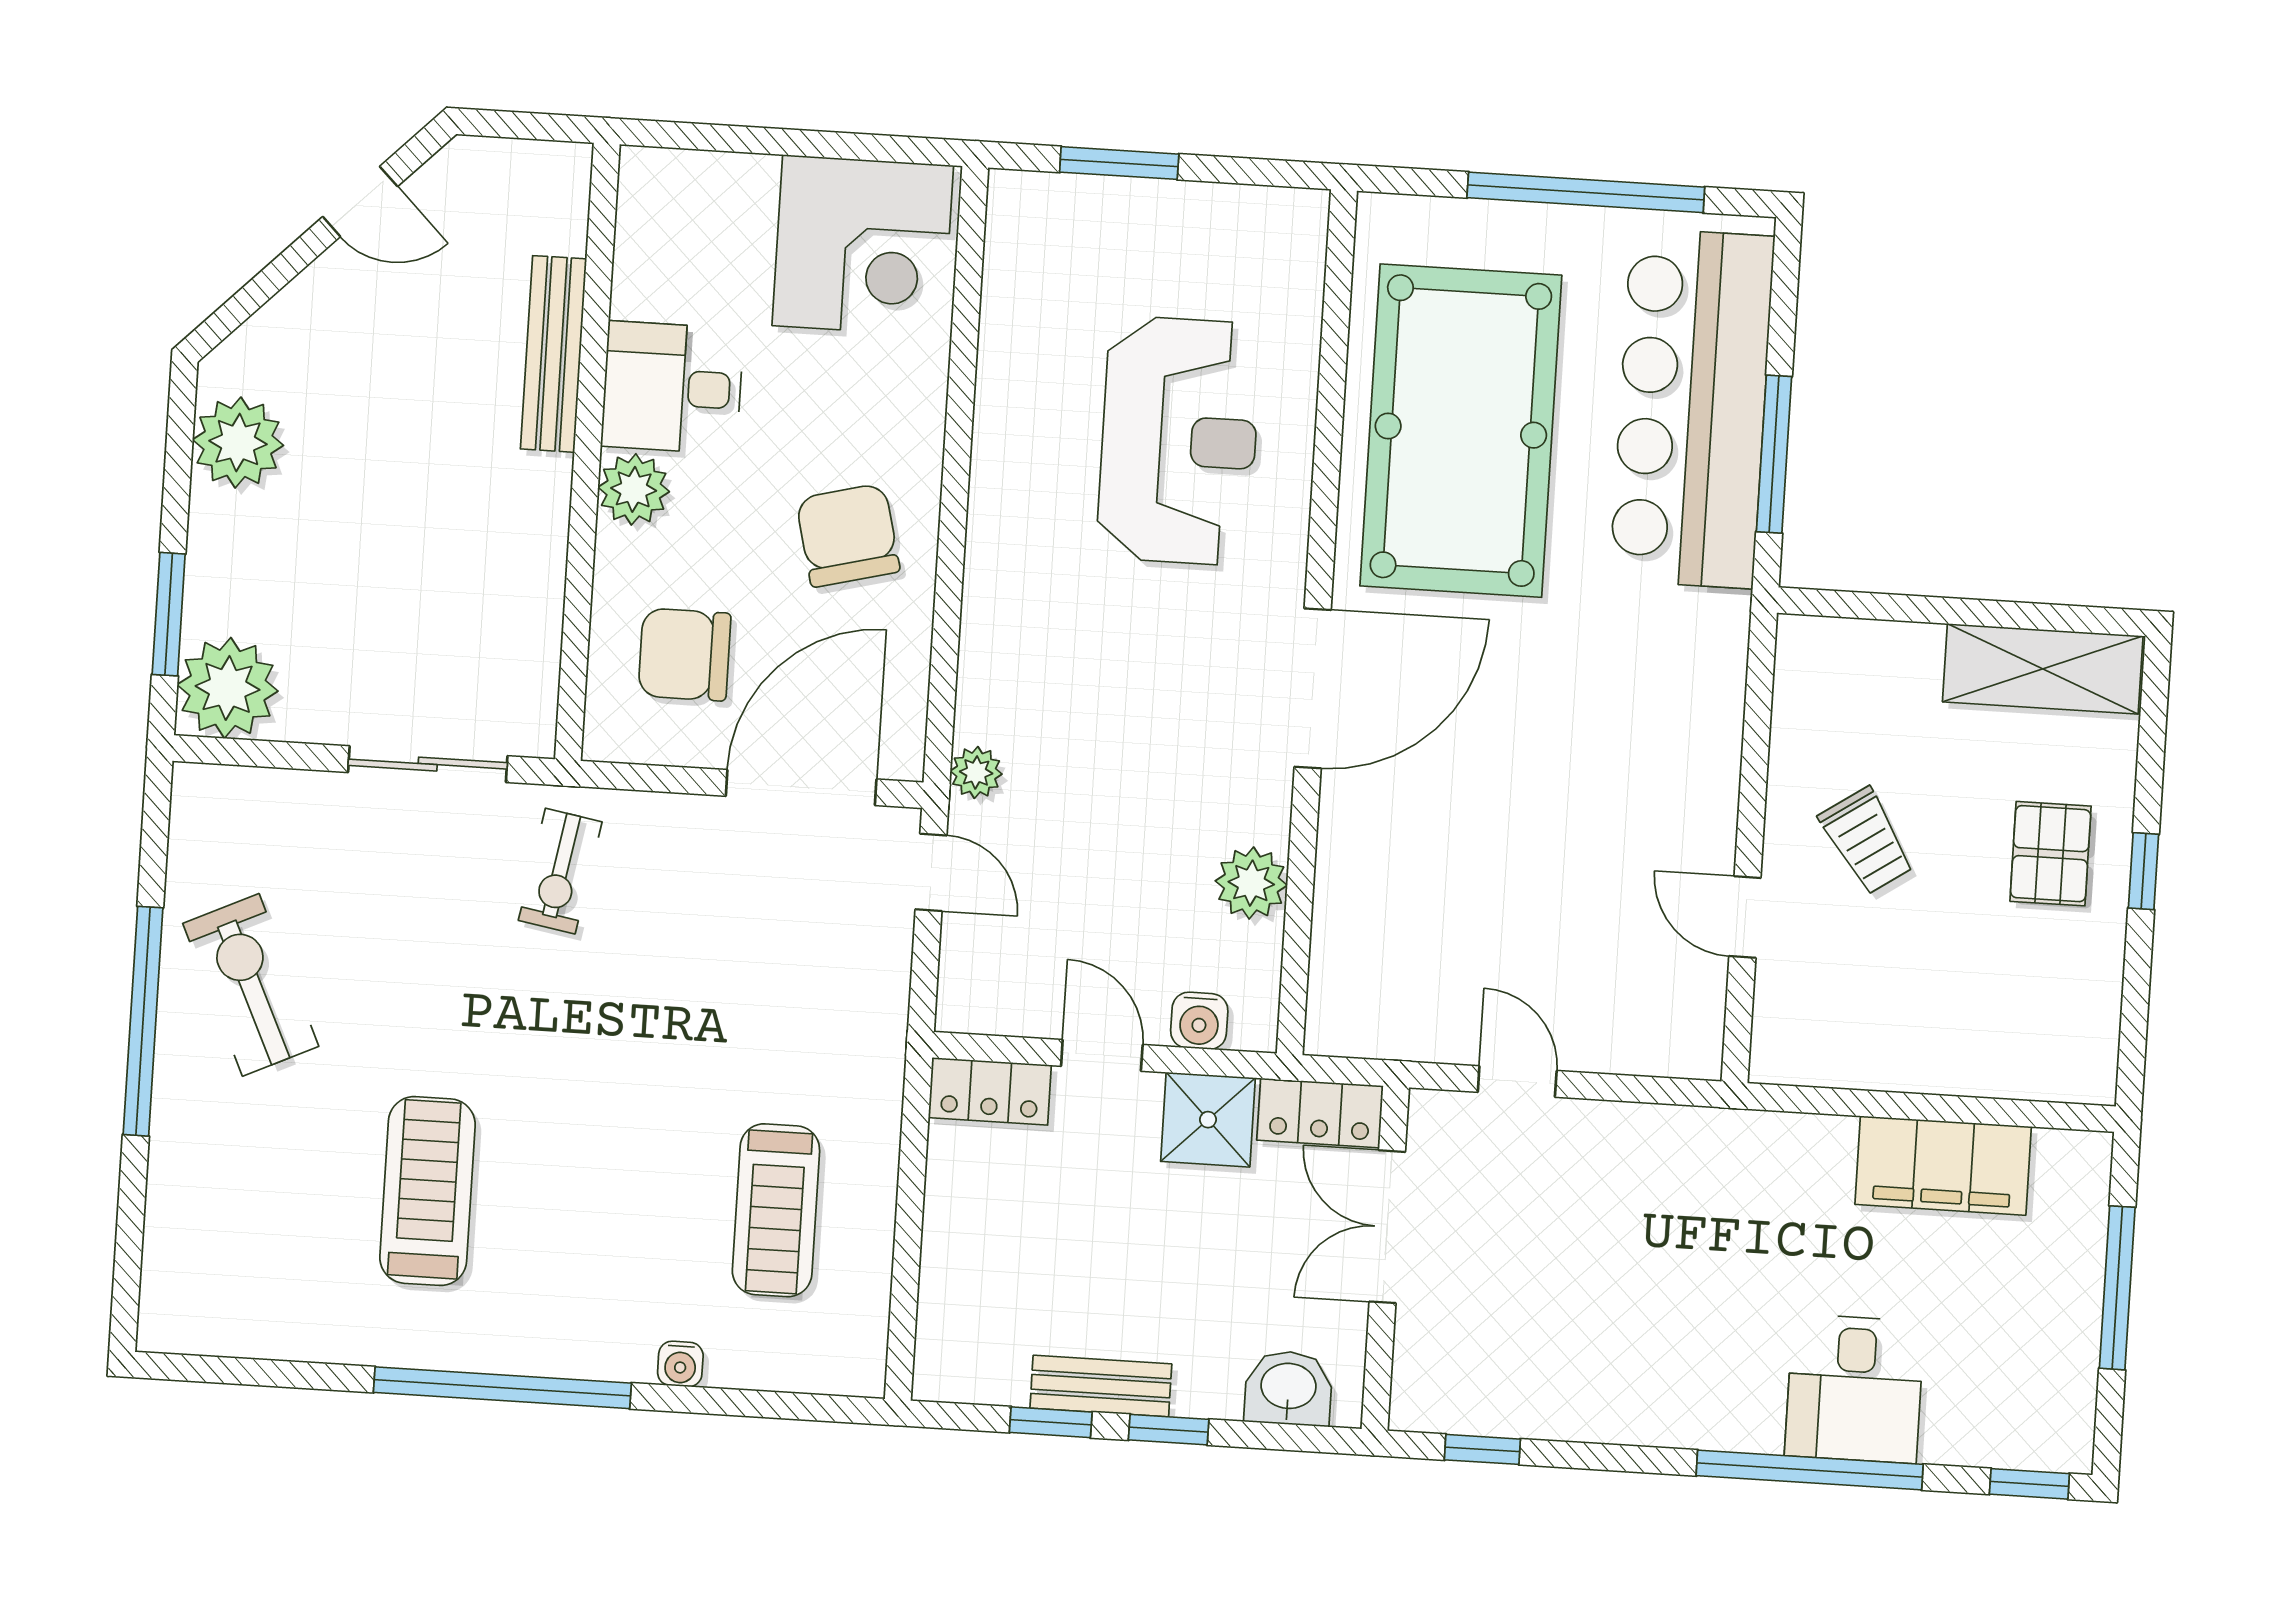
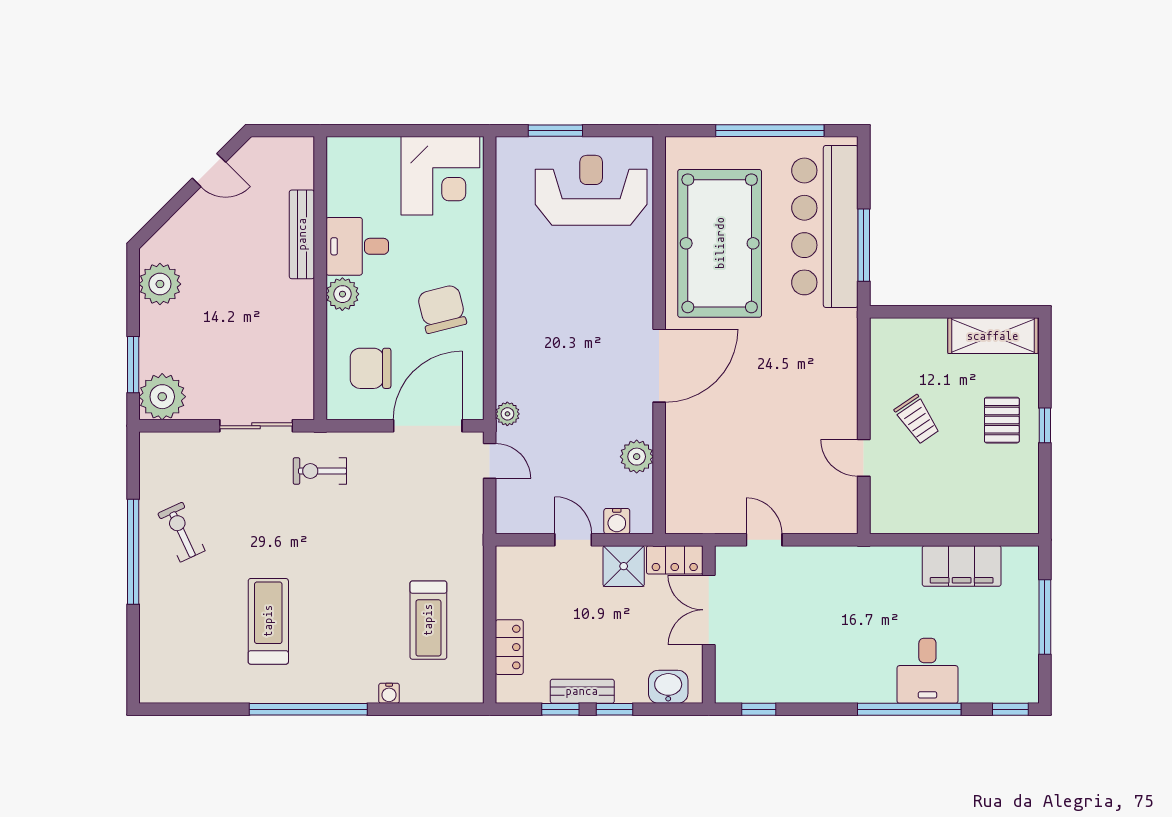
reception desk: (1179, 441) -> (591, 190), moved, turned -90
exercise bike: (560, 871) -> (320, 471), turned 80
exercise bike: (251, 985) -> (181, 532), width x0.73, depth x0.72
locker: (990, 1091) -> (509, 647), moved, turned -90

